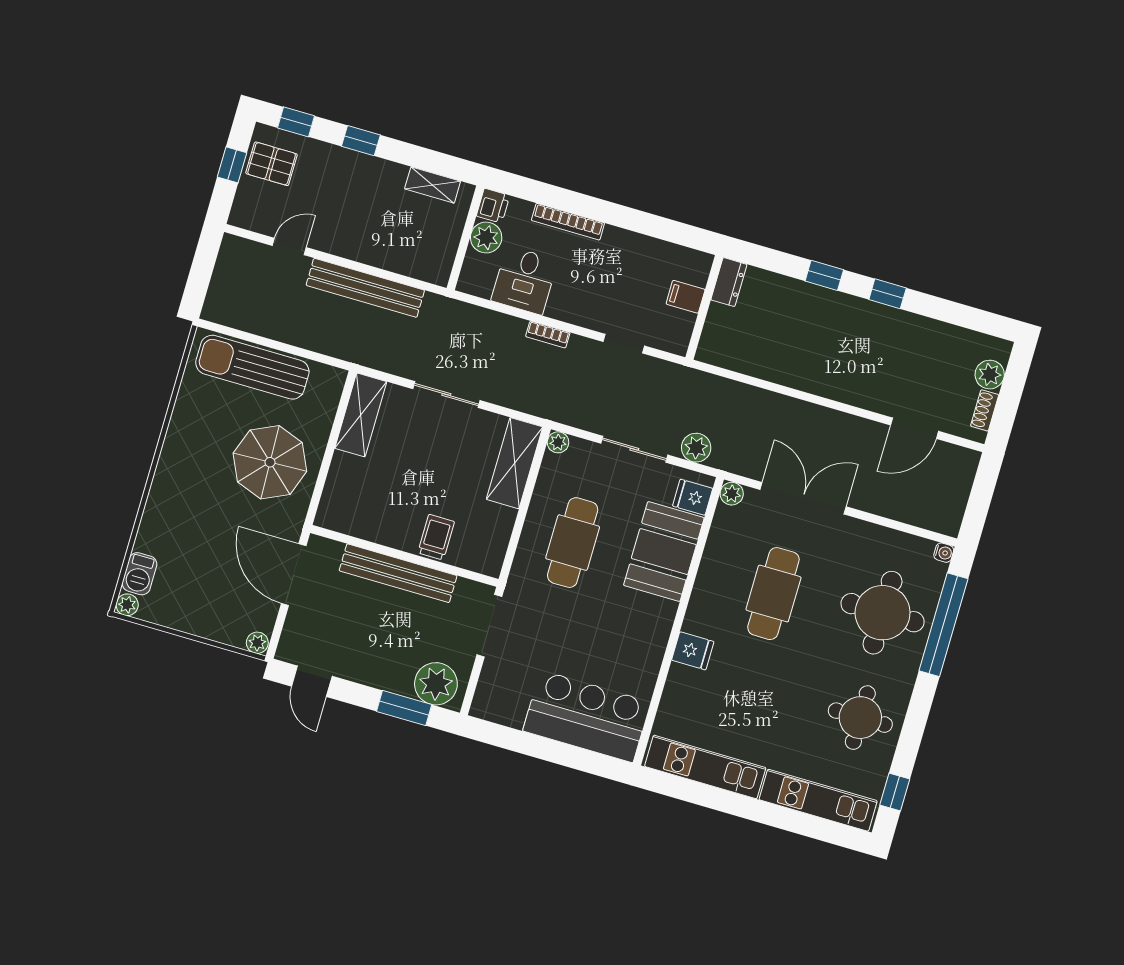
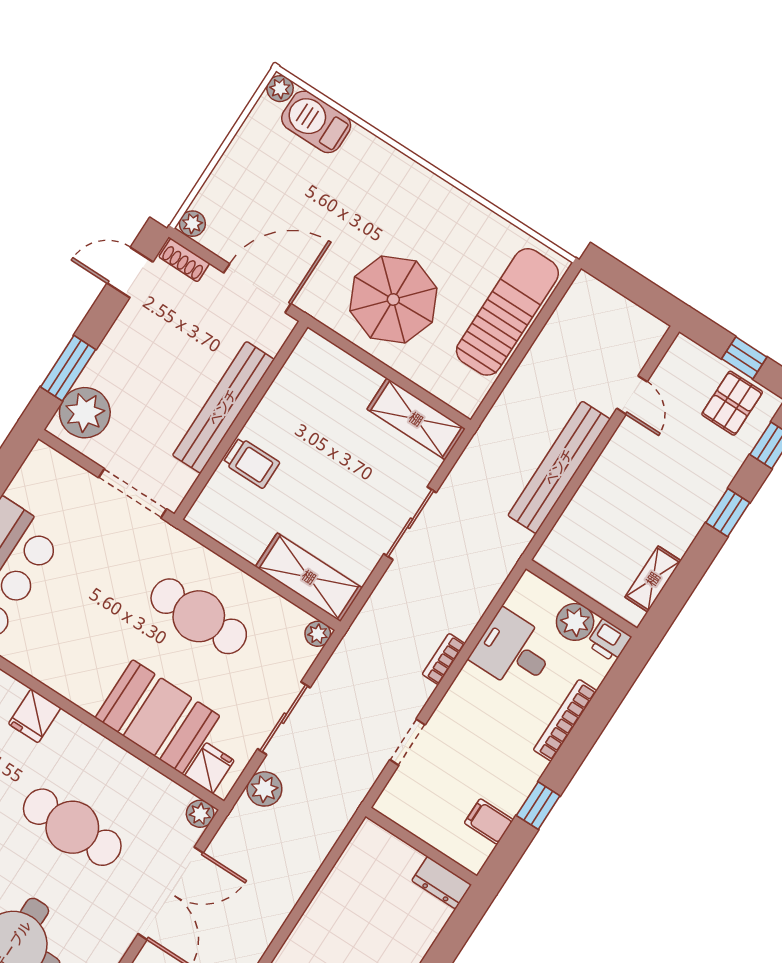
window: (643, 223) -> (538, 806), added
filing cabinet: (686, 297) -> (489, 821), moved, turned -90
barbecue: (140, 574) -> (316, 122), width x1.38, depth x1.27
shoe rack: (289, 640) -> (184, 260), added

